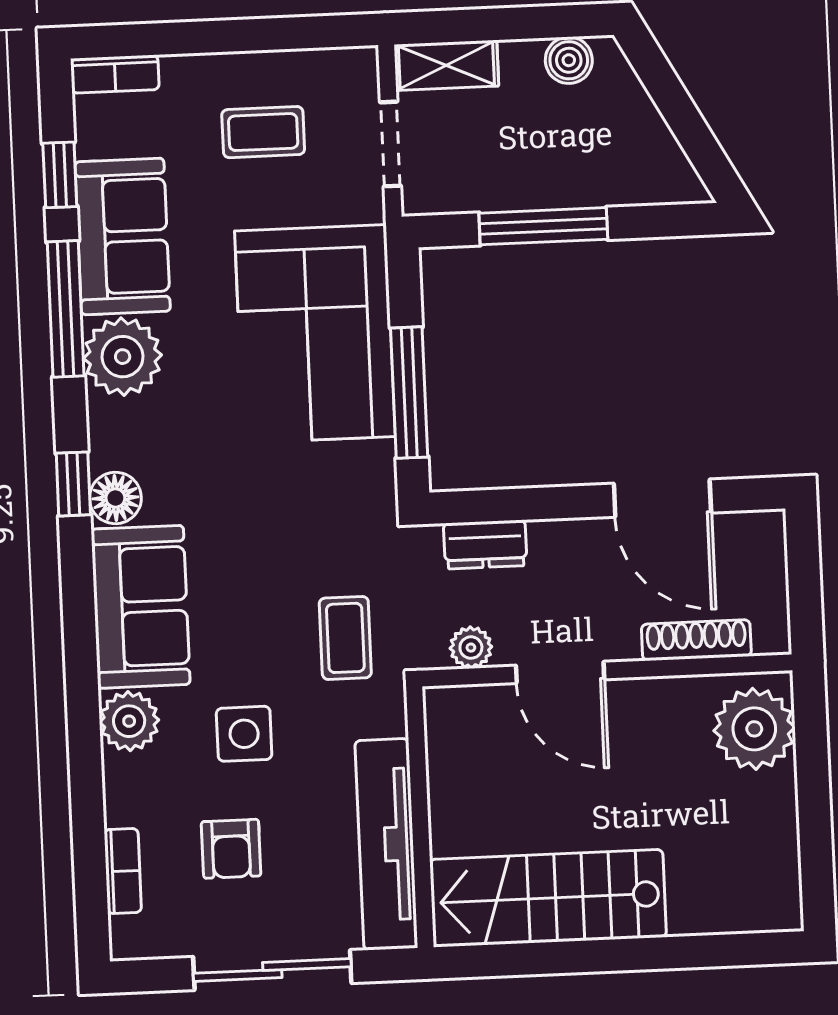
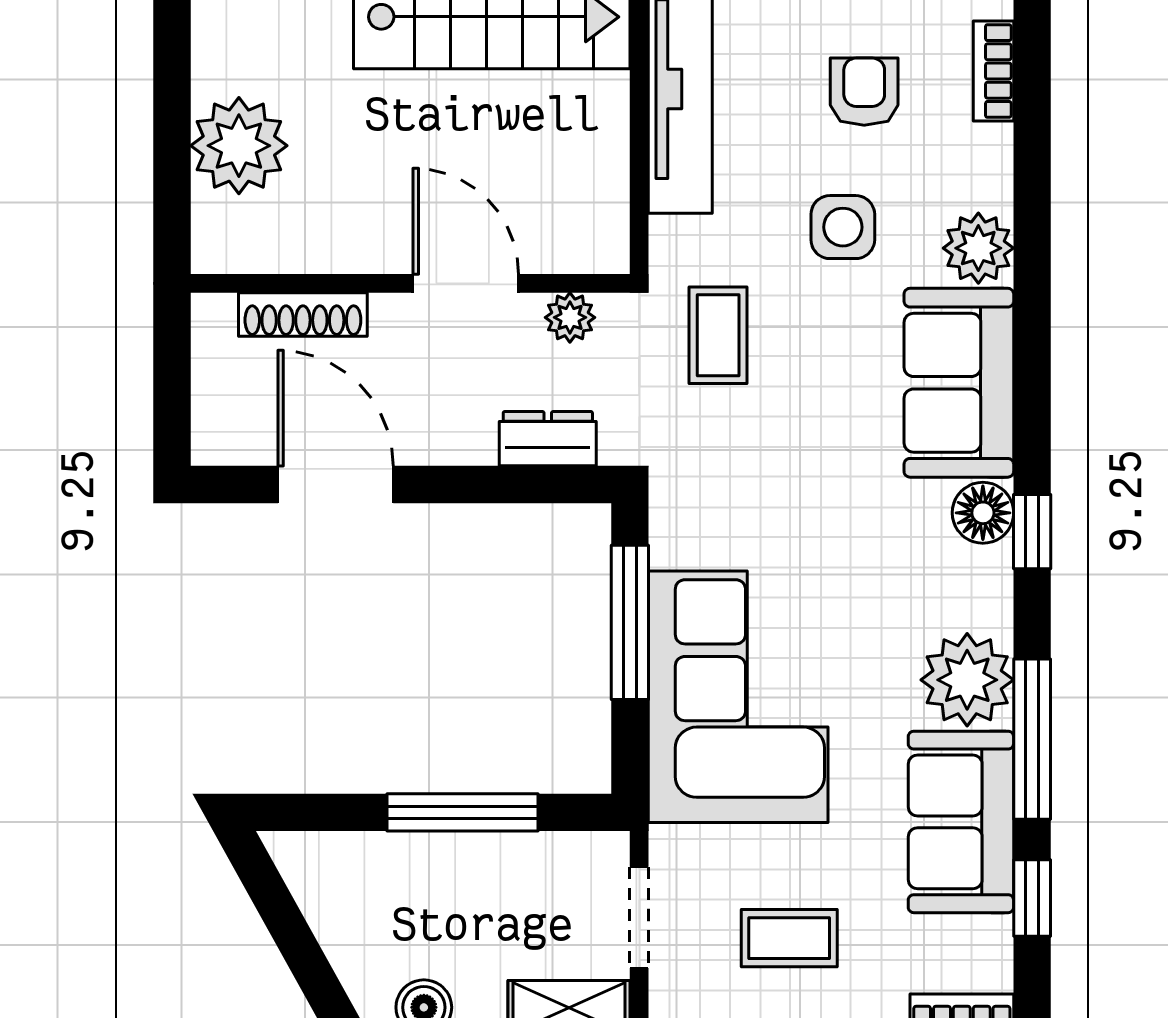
plant: (754, 729) -> (239, 146), moved

